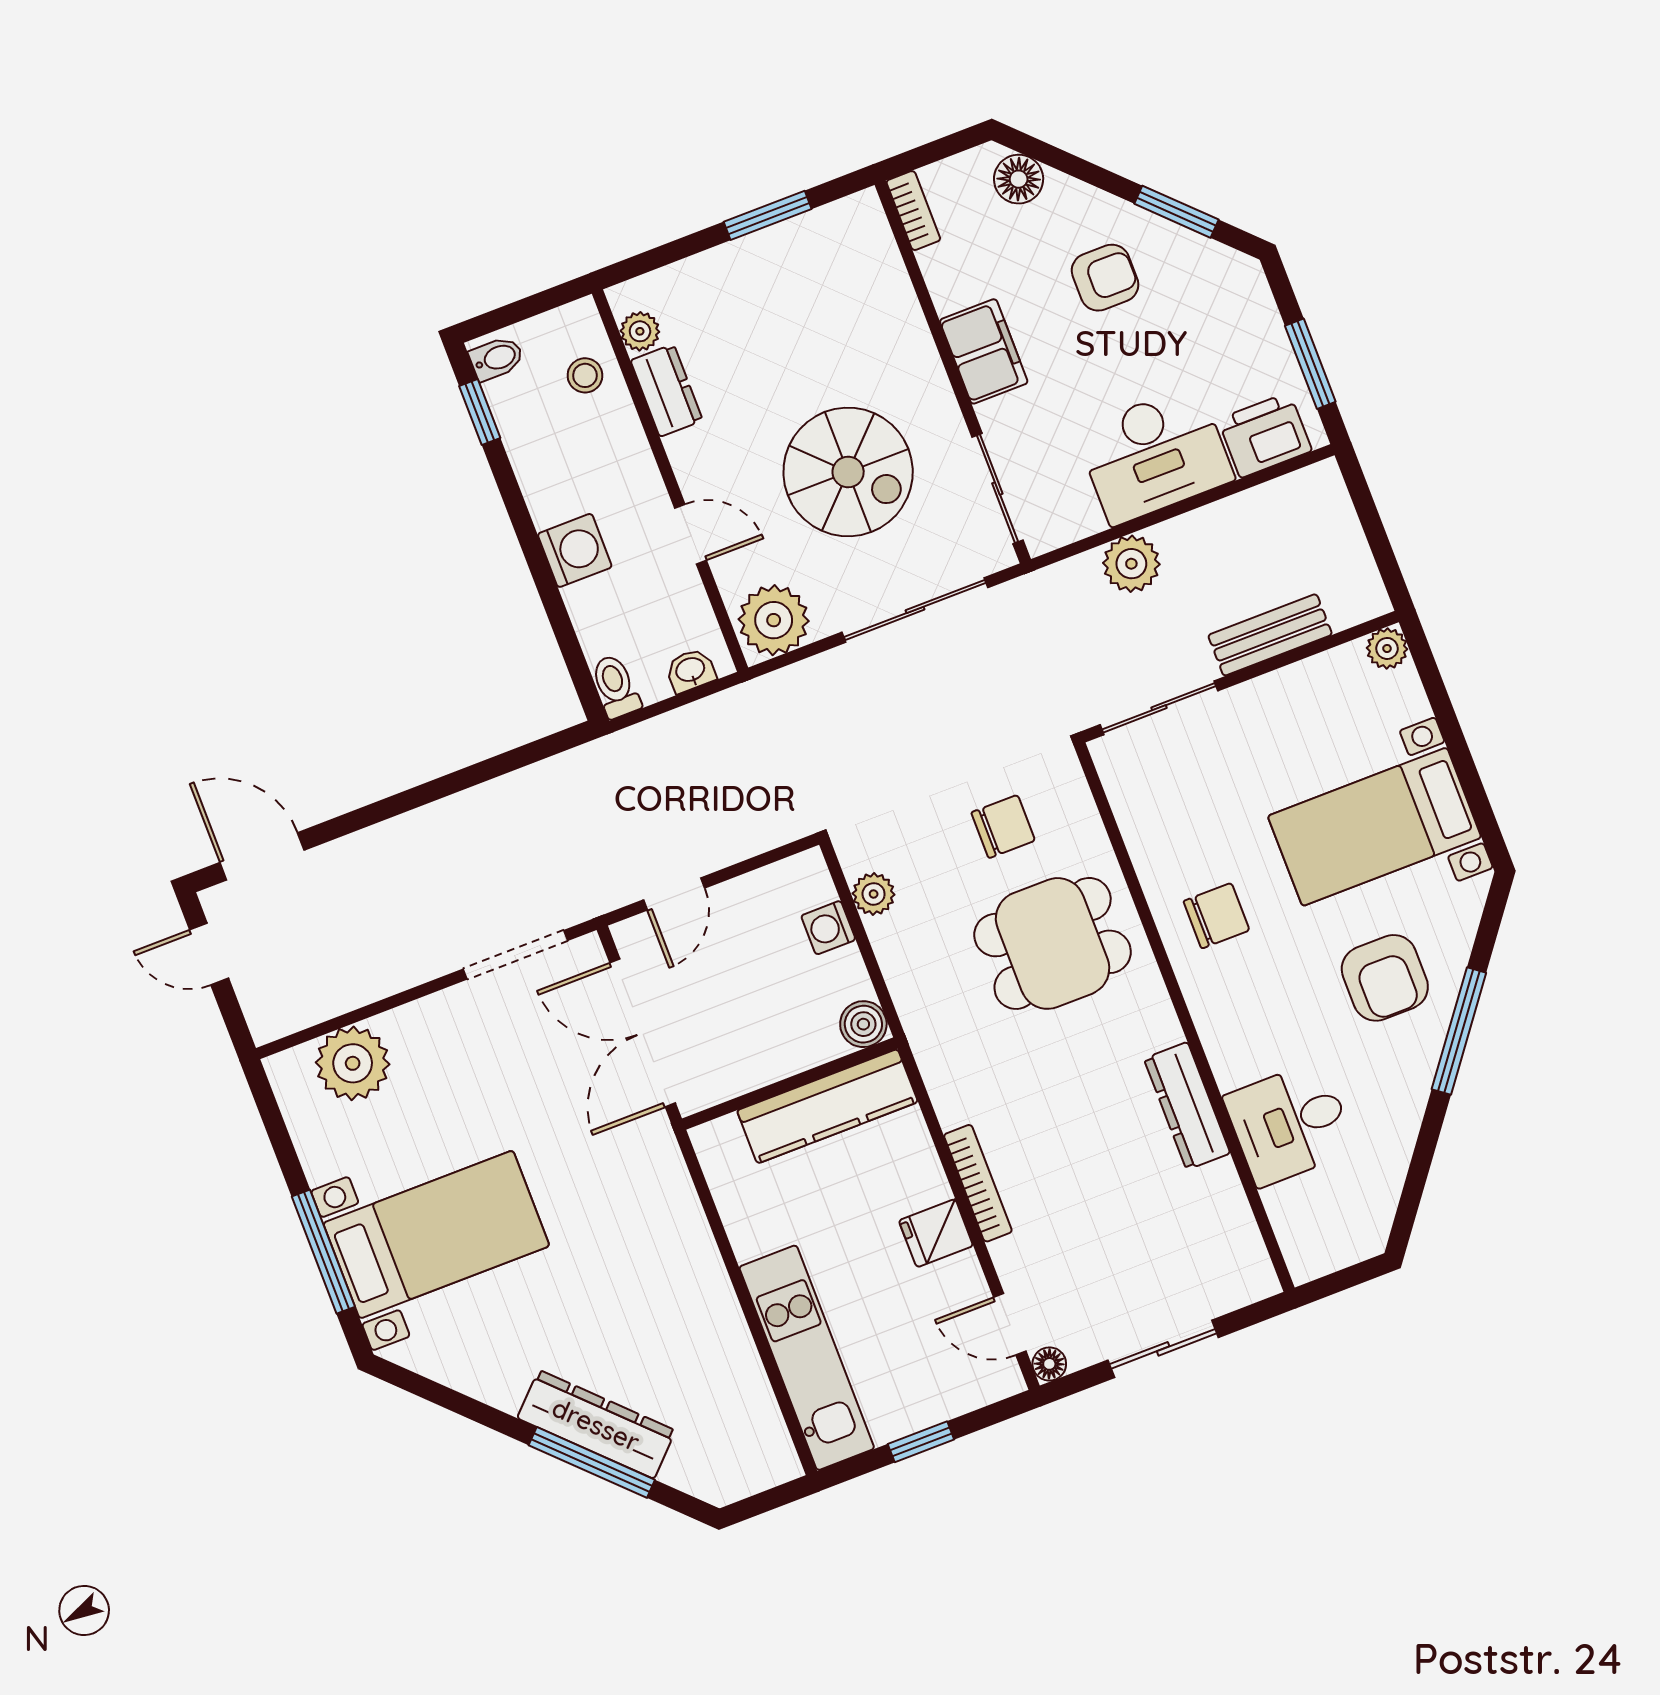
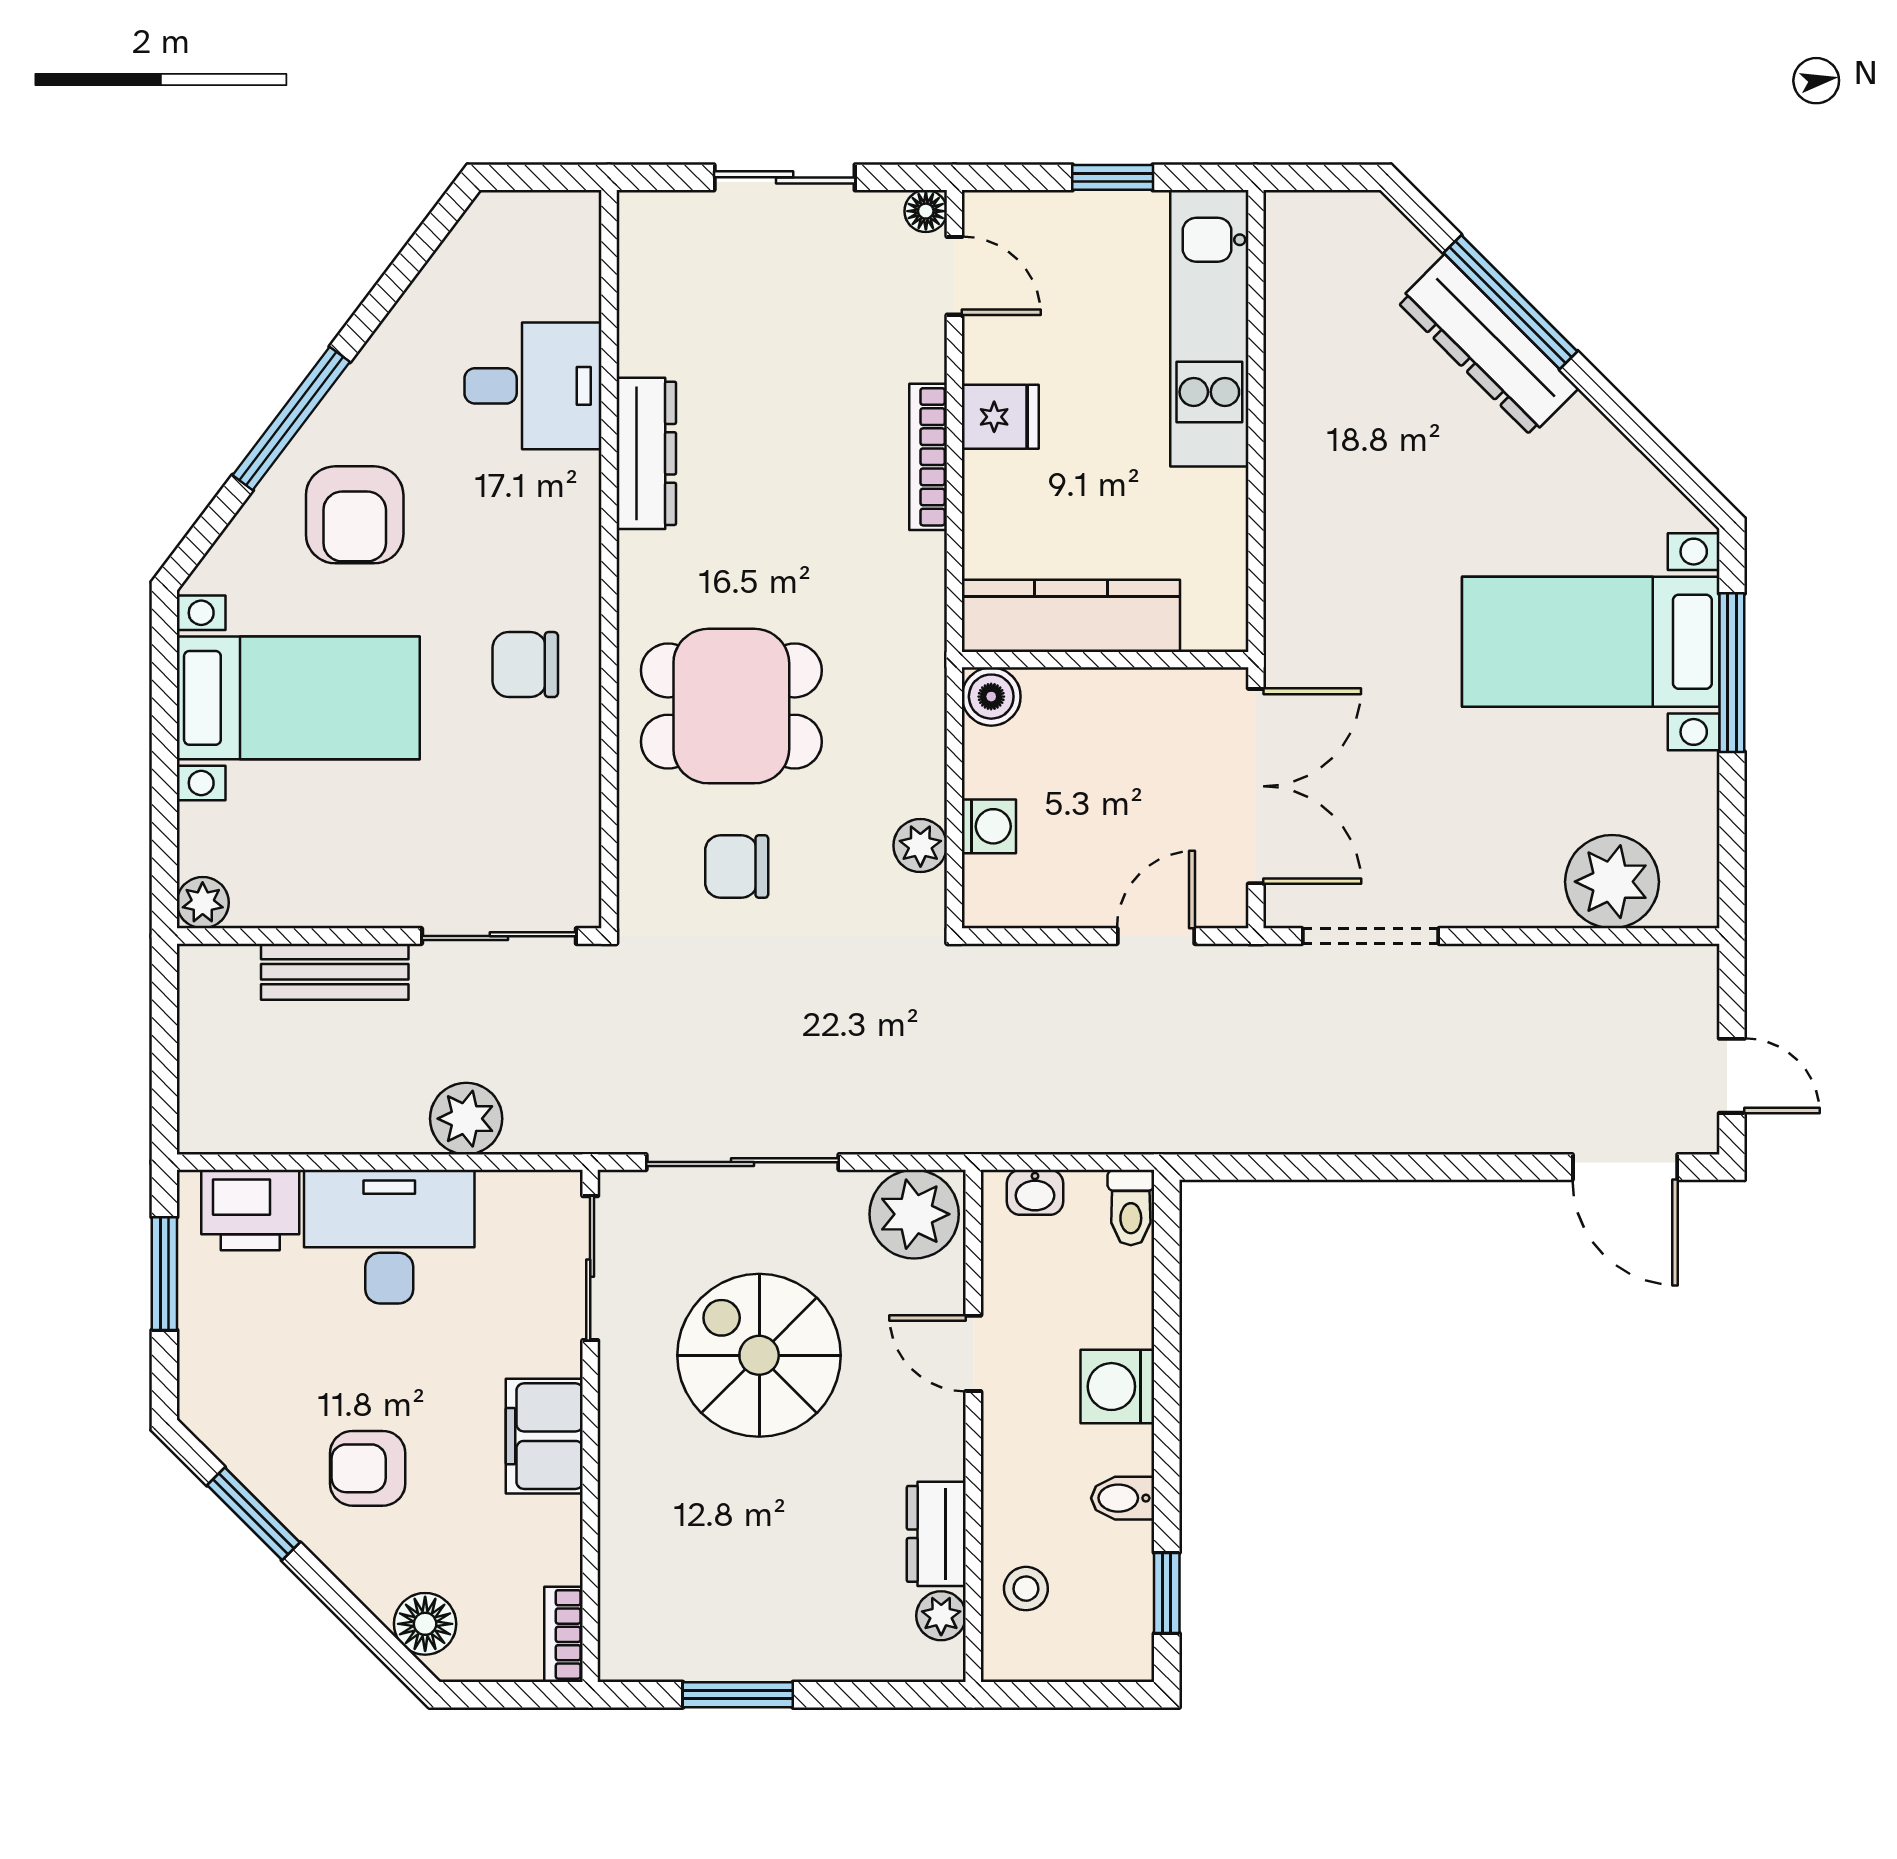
bidet: (497, 358) -> (1123, 1498), moved
armchair: (1385, 978) -> (355, 515), turned 180

